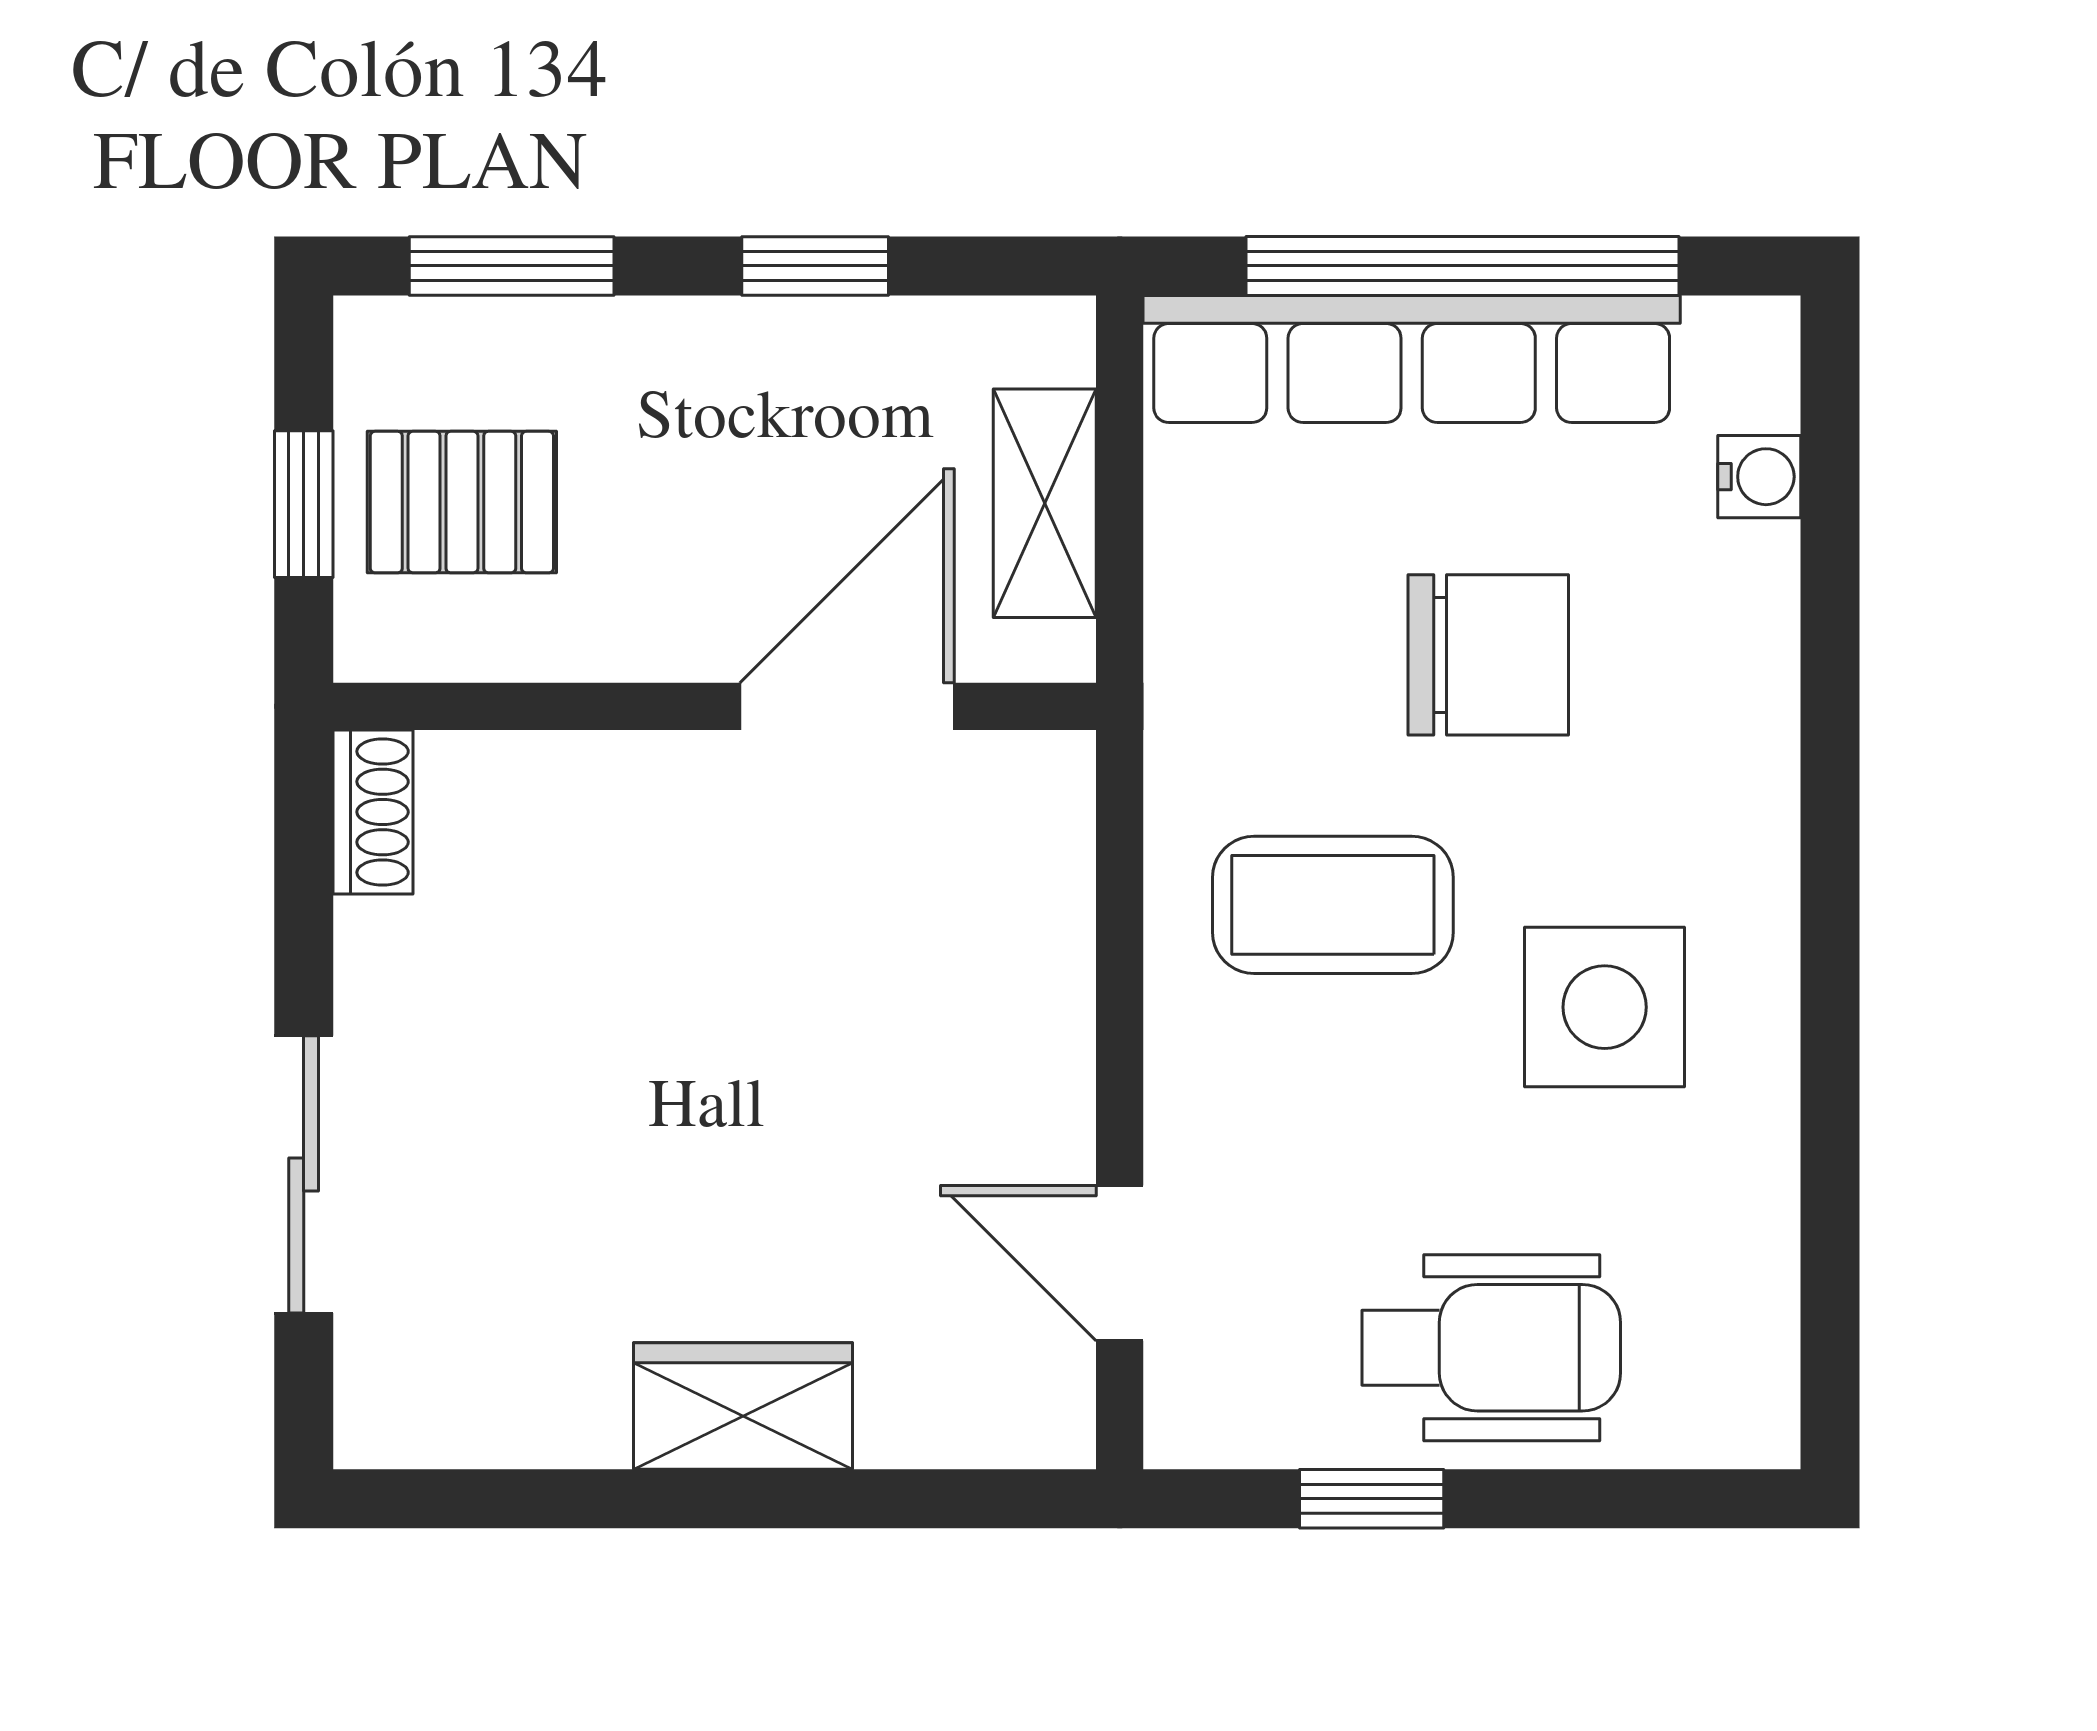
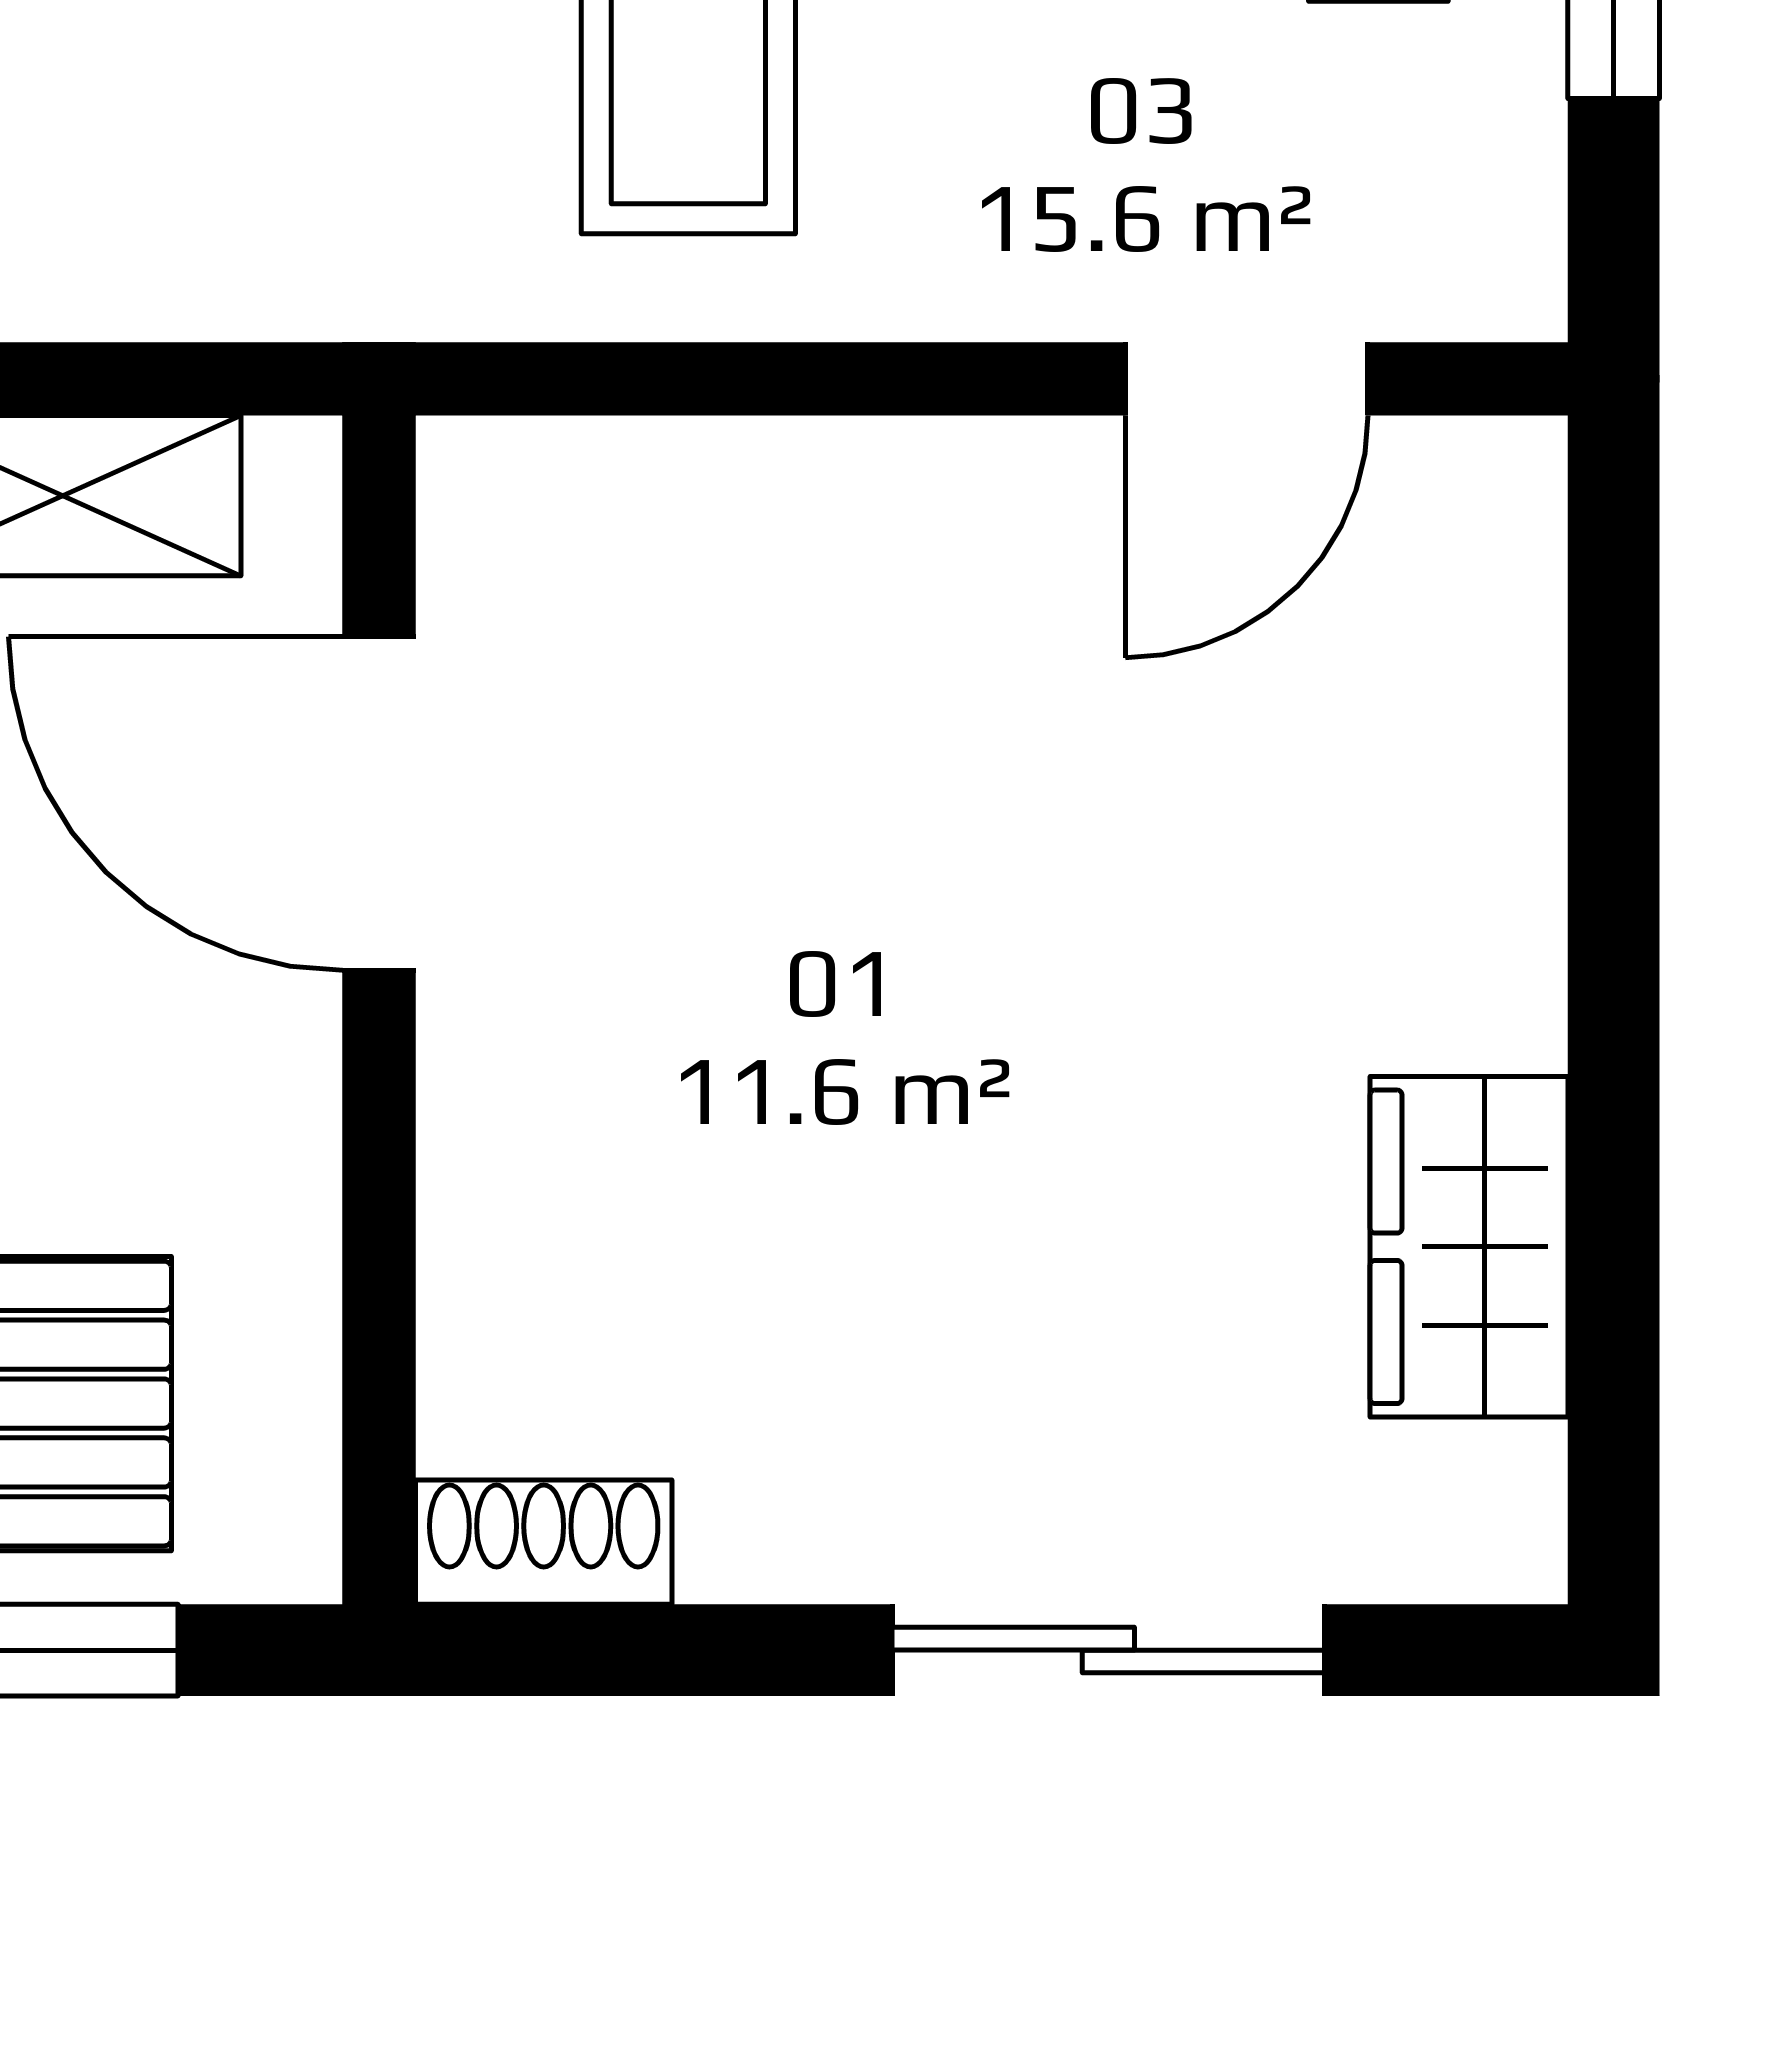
wardrobe: (743, 1406) -> (1469, 1247), moved

